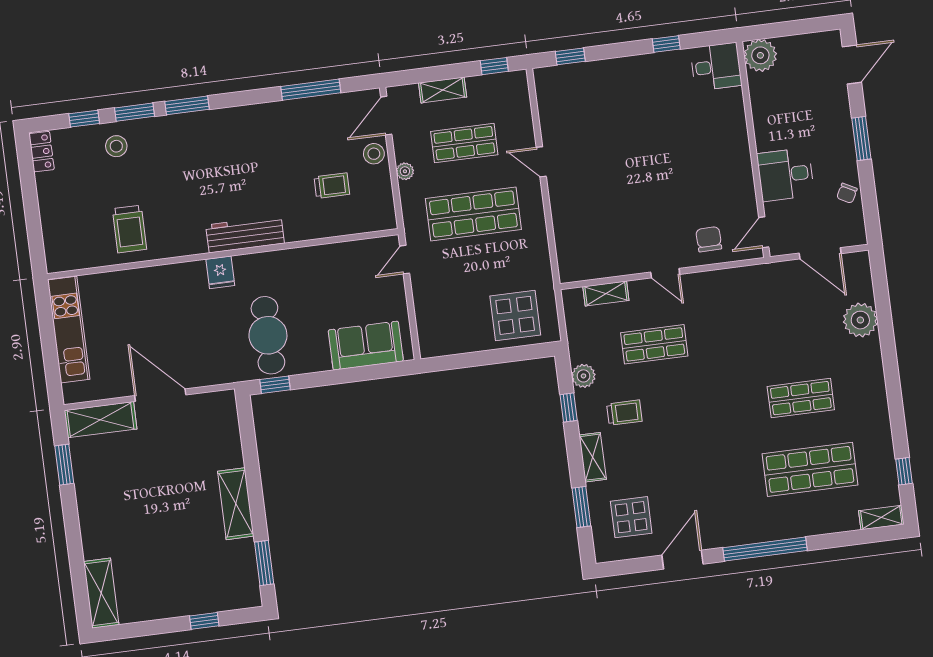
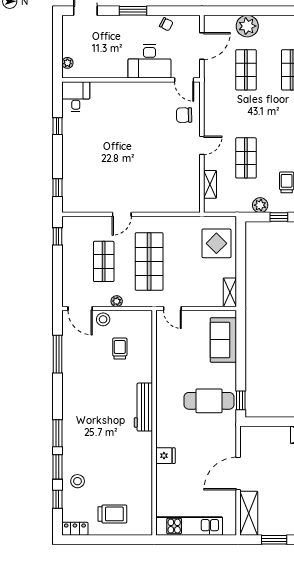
plant: (760, 55) -> (67, 63), width x0.53, depth x0.53
shelving: (443, 90) -> (230, 292), moved
desk: (786, 175) -> (150, 61), width x1.37
trolley: (129, 229) -> (112, 514), moved
fridge: (220, 272) -> (165, 456), moved
shop shelf: (792, 327) -> (246, 70), added

